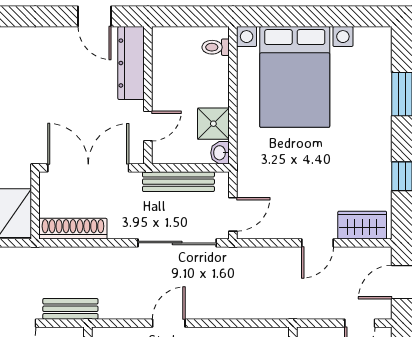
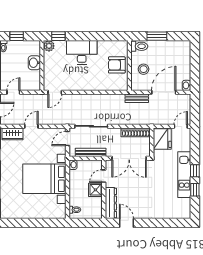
bed with nightstands: (295, 77) -> (44, 179), moved, turned -90
shower: (213, 124) -> (95, 190), moved
door: (169, 323) -> (55, 92), moved

